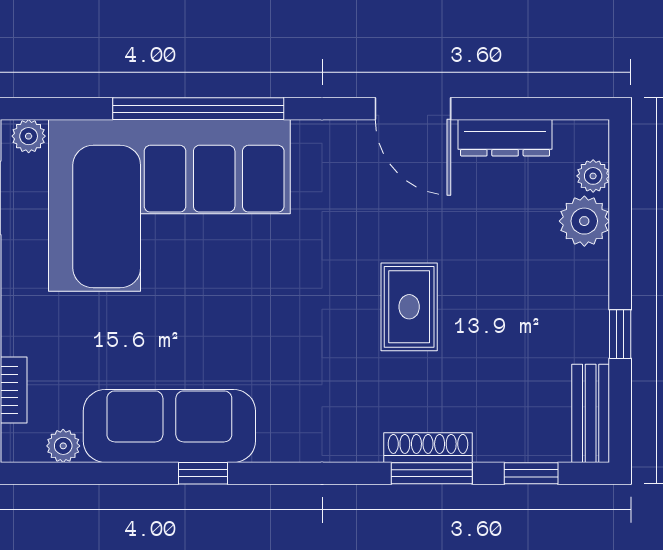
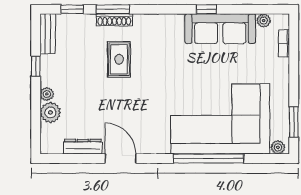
plant: (593, 176) -> (47, 94), moved
rug: (409, 307) -> (119, 59), moved

